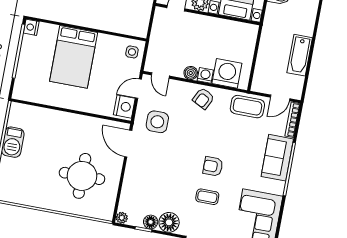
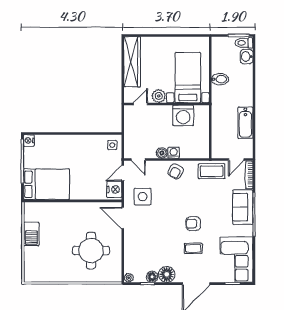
bed: (74, 57) -> (46, 184), moved, turned -90
washing machine: (227, 73) -> (183, 115), moved, turned 180

